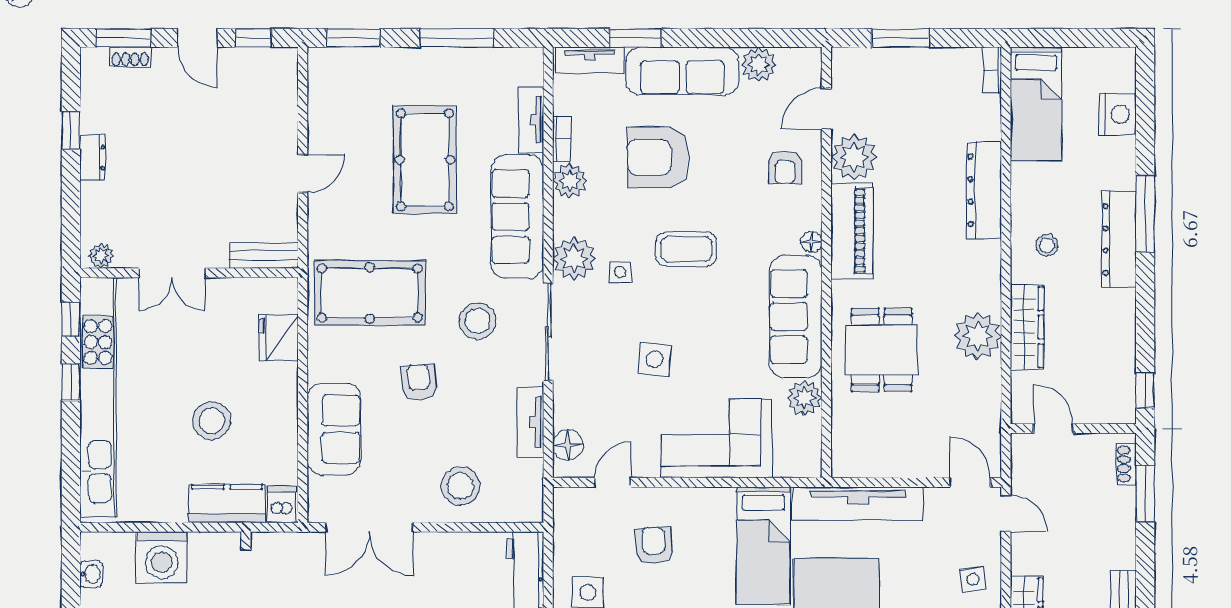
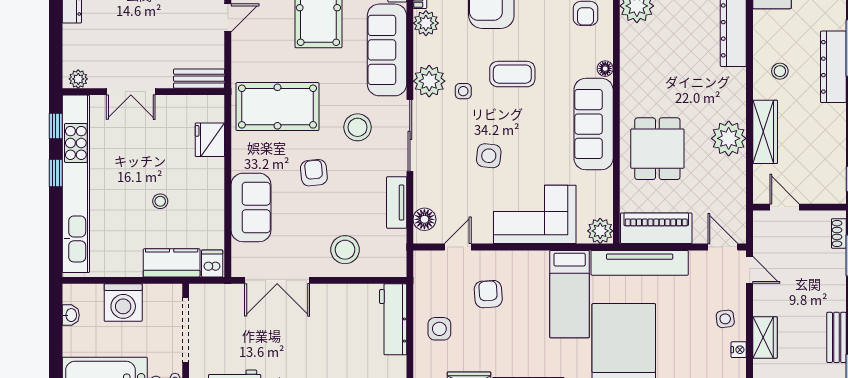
piano: (852, 231) -> (656, 228), moved, turned -90
plant: (805, 398) -> (600, 231), moved
stool: (212, 421) -> (160, 201), width x0.53, depth x0.53

